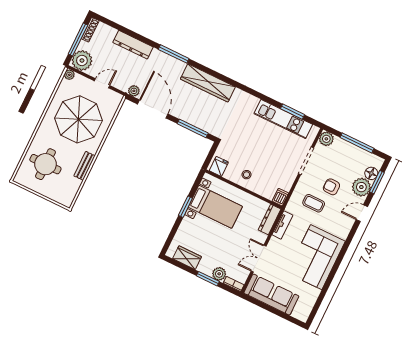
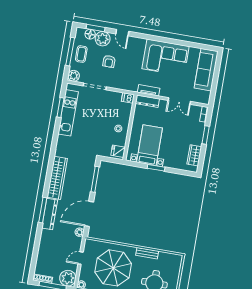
dresser: (133, 45) -> (50, 214), moved
door: (102, 83) -> (81, 258), hinge flipped
coffee table: (314, 203) -> (81, 54), moved
plant: (219, 274) -> (200, 128), removed
sofa: (271, 295) -> (206, 70), moved

